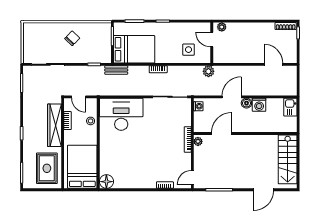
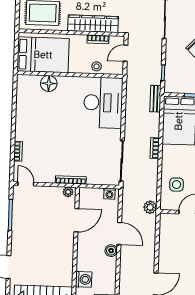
washing machine: (259, 105) -> (84, 279), moved, turned 180
door: (222, 134) -> (76, 220), hinge flipped
floor lamp: (106, 182) -> (49, 83), moved

